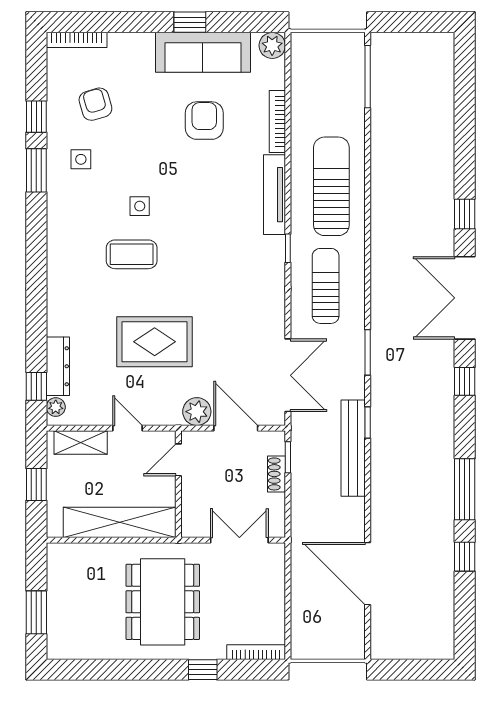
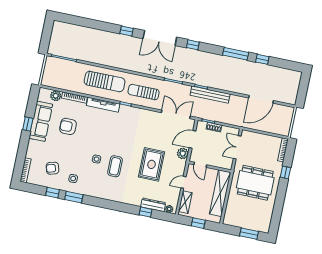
plant: (272, 45) -> (56, 96), moved
sun lounger: (331, 186) -> (105, 81), turned 180
window: (36, 386) -> (146, 212), moved

